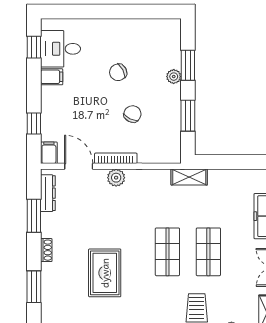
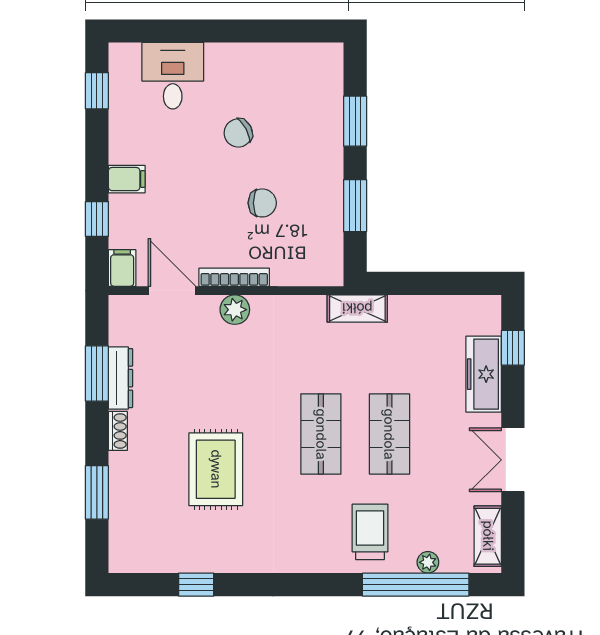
desk: (61, 49) -> (173, 76), moved, turned 90
filing cabinet: (52, 77) -> (127, 179), moved
plant: (174, 77) -> (331, 140), removed
chair: (132, 114) -> (262, 203), turned 64
dresser: (48, 193) -> (121, 378), moved

